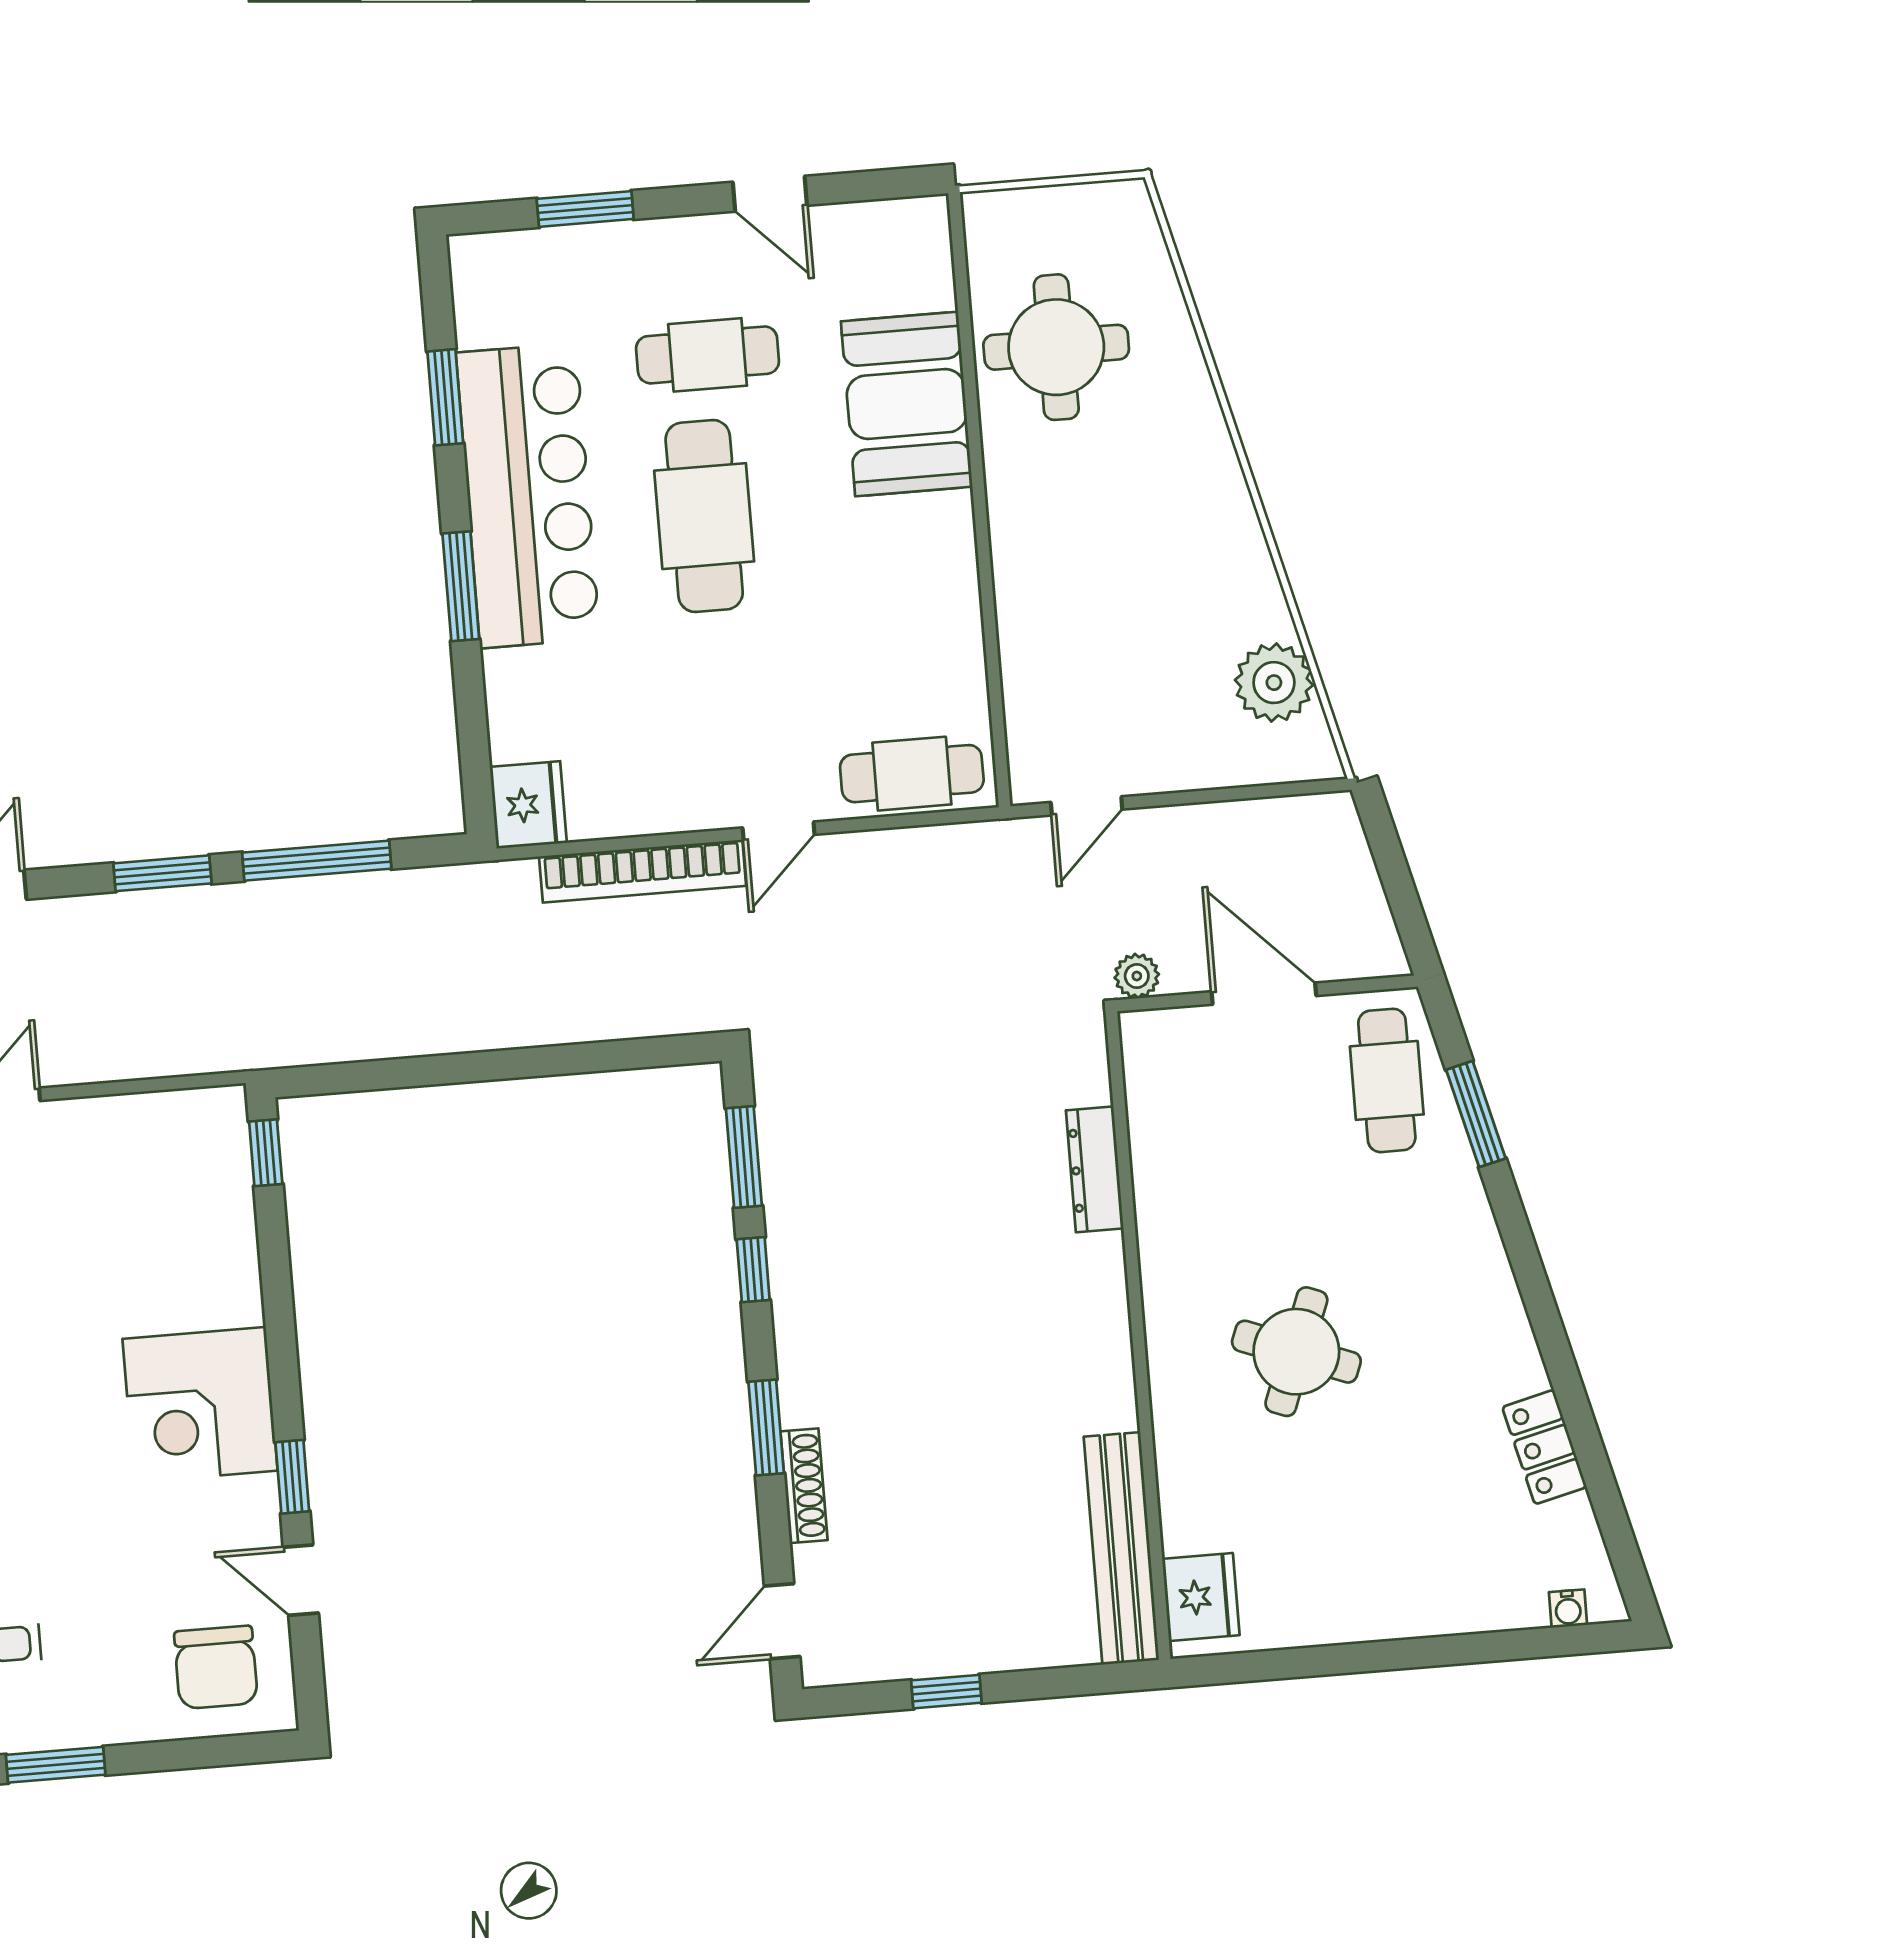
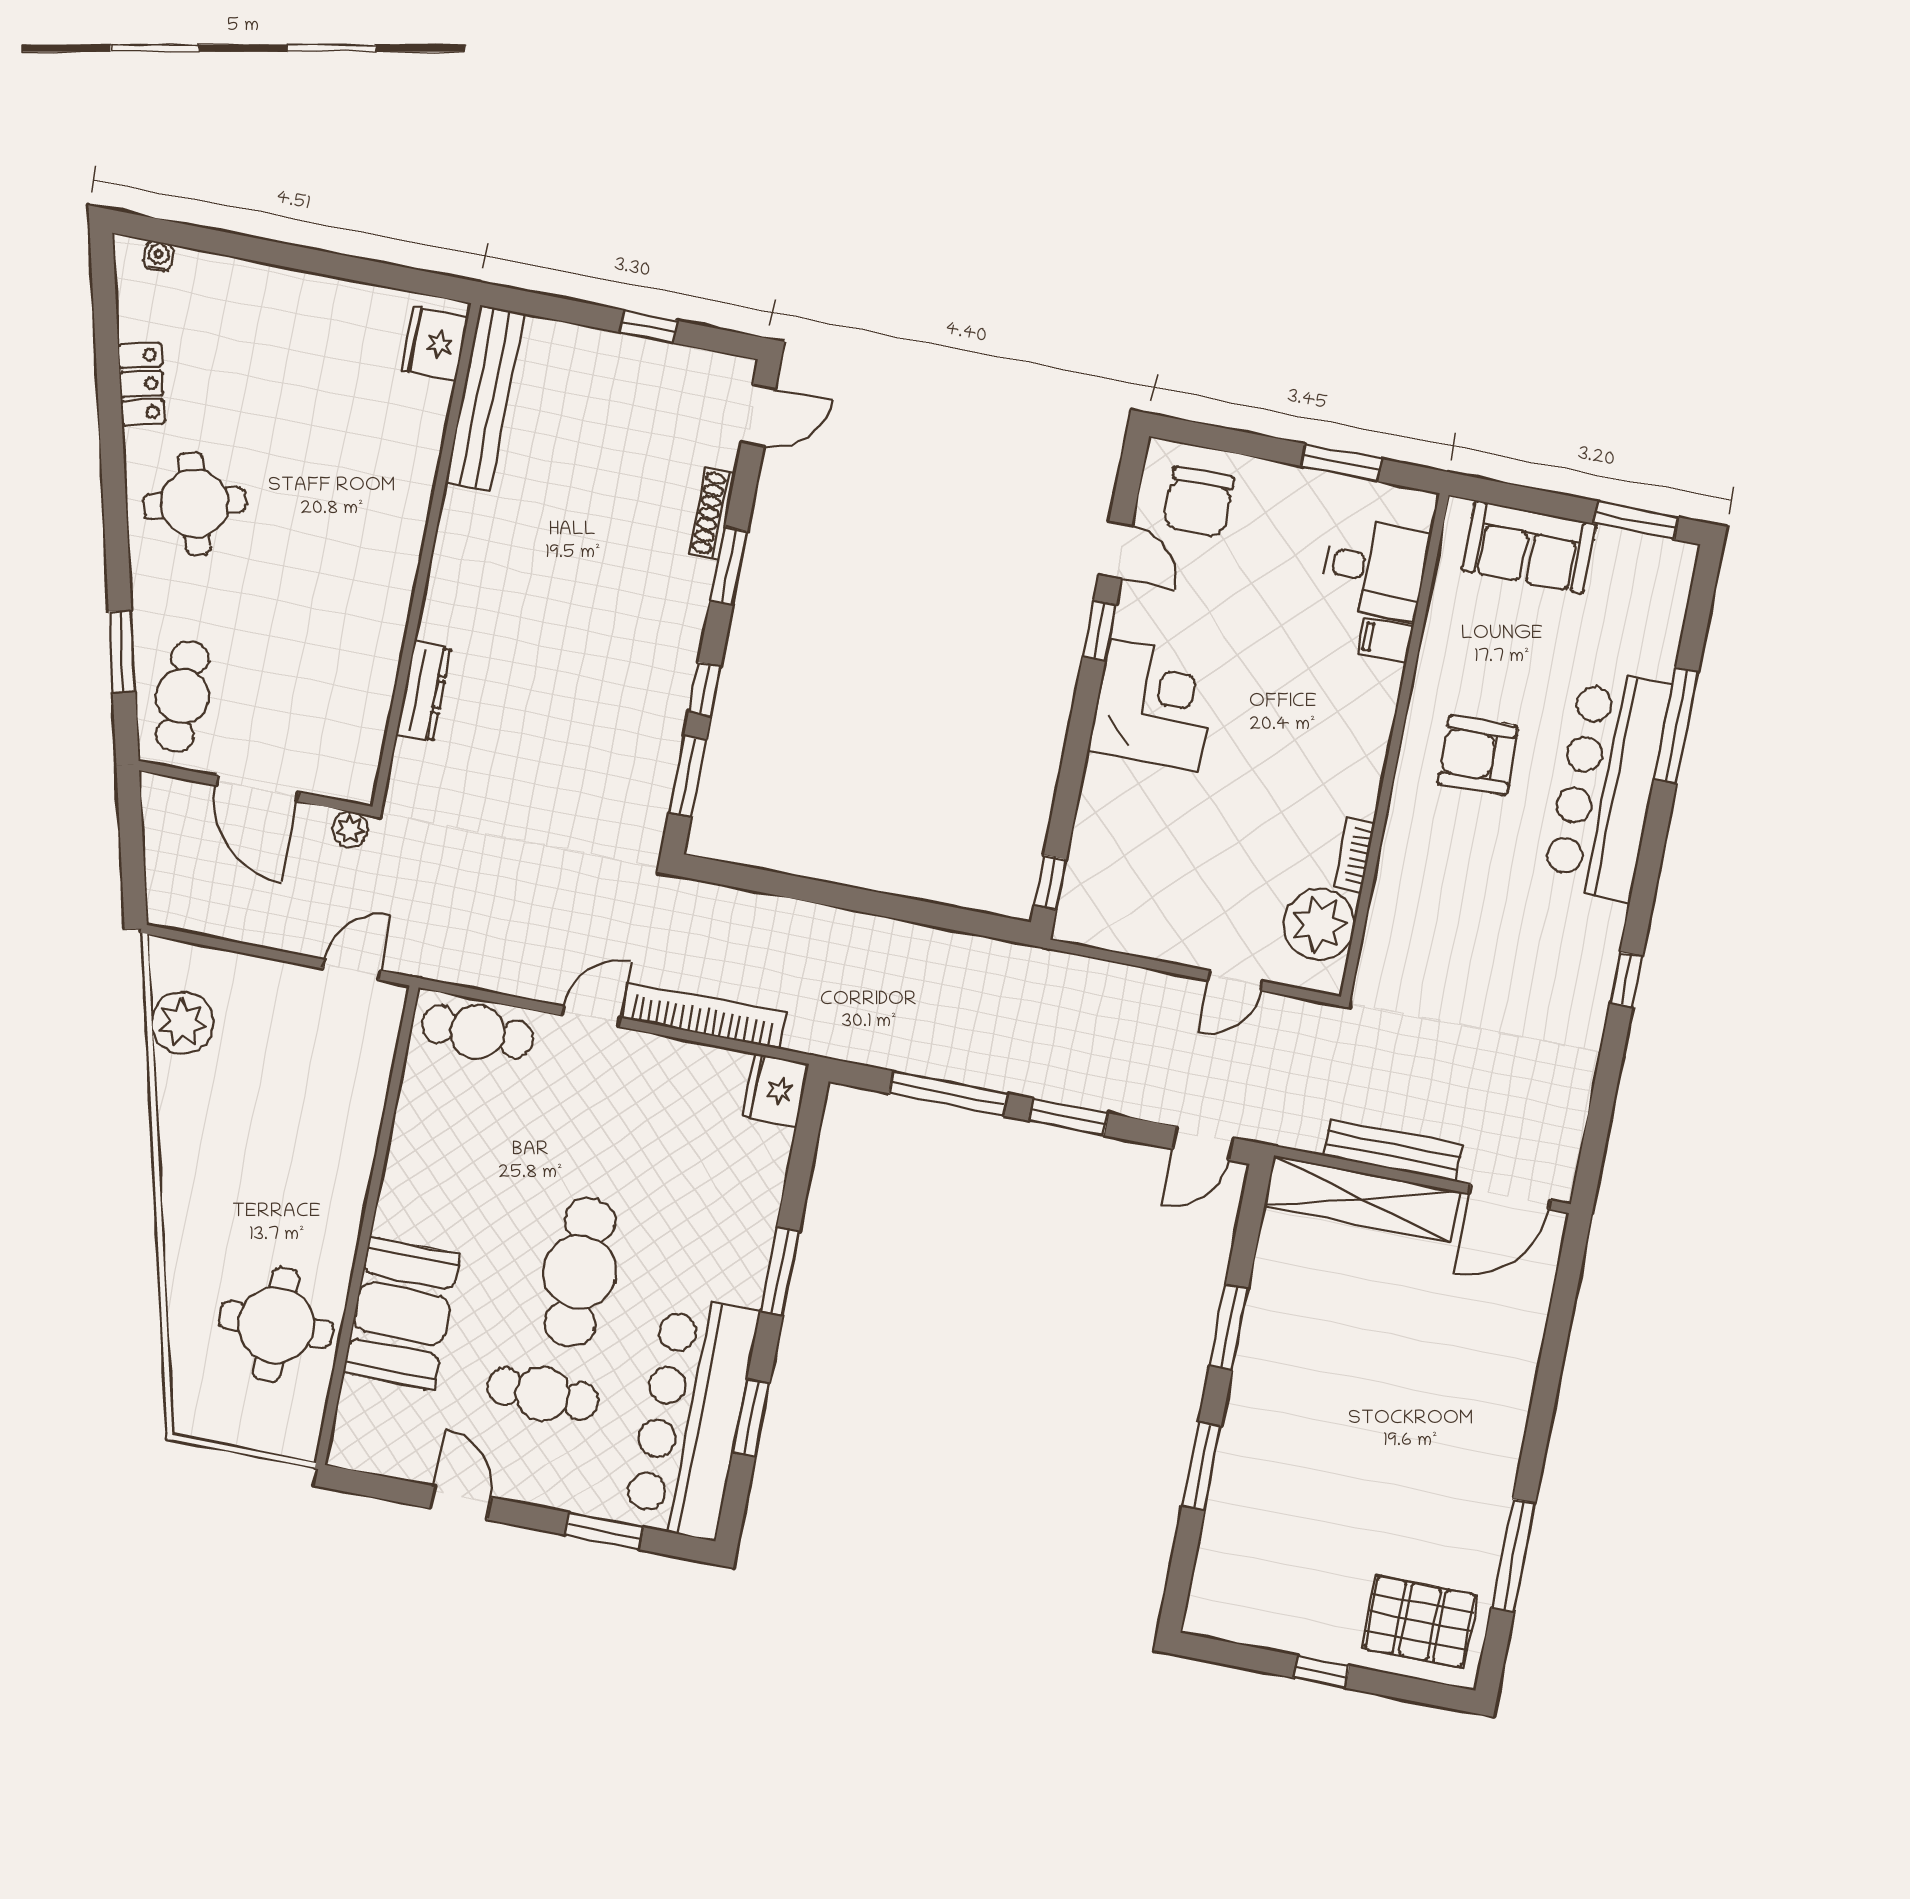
bar counter: (528, 496) -> (691, 1417), moved
round table: (1296, 1352) -> (194, 503), moved, turned -37
chair: (216, 1667) -> (1199, 502), turned 180

